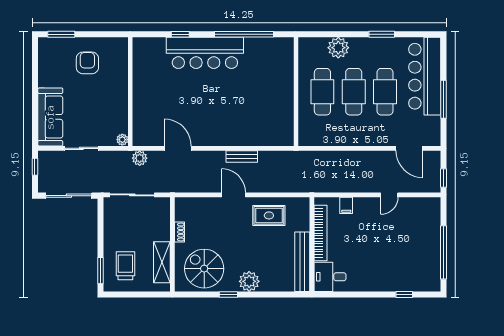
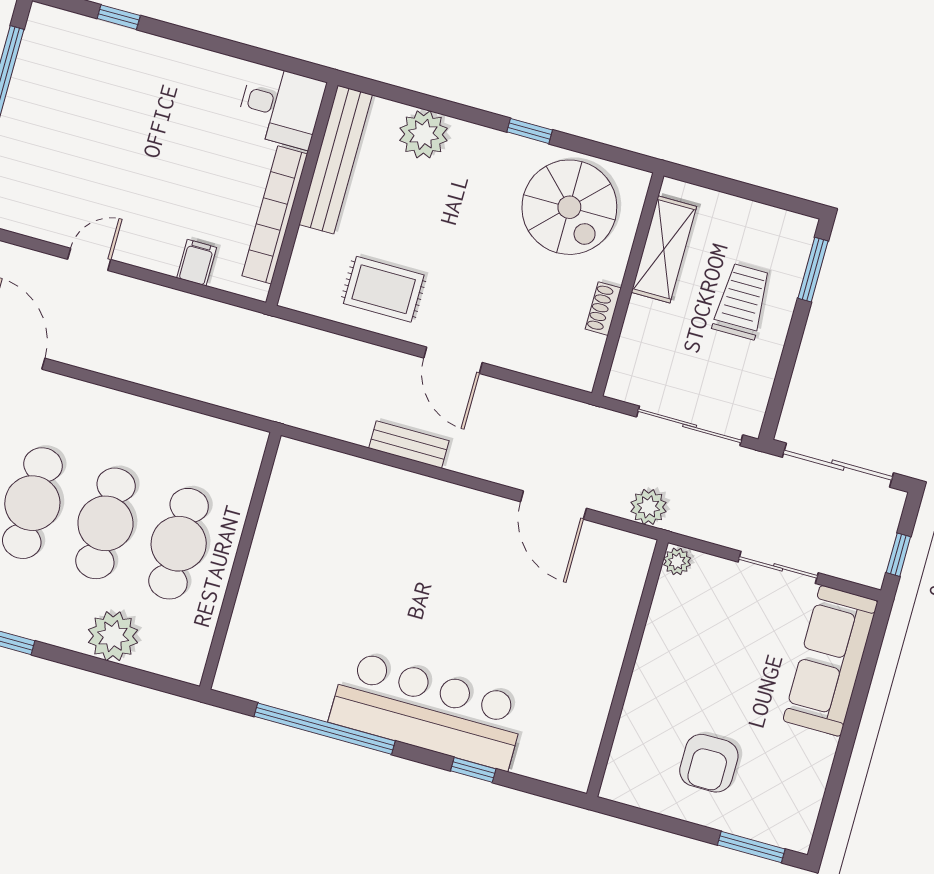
trolley: (125, 266) -> (742, 301), moved, turned 180
plant: (249, 281) -> (423, 134), moved

